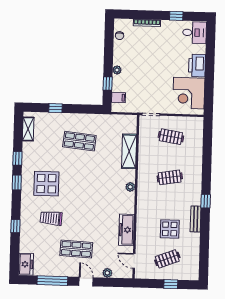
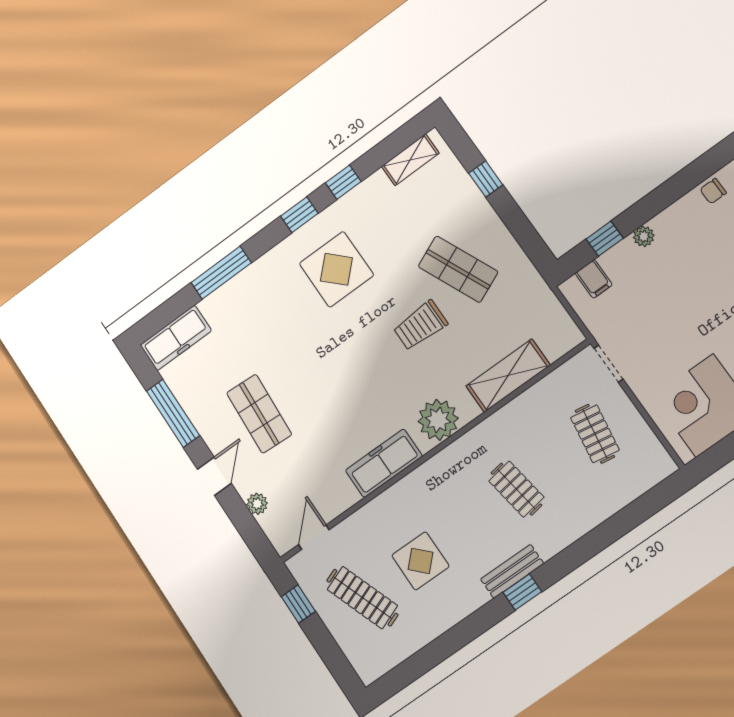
shop shelf: (79, 141) -> (458, 269), turned -30
plant: (130, 187) -> (438, 420), width x1.88, depth x1.88
trolley: (51, 218) -> (420, 325), moved, turned -94
bench: (196, 219) -> (512, 571), moved
window: (15, 226) -> (221, 273), width x2.17
freezer: (126, 230) -> (384, 463), moved
clothes rail: (167, 259) -> (362, 598), width x1.36
freezer: (26, 264) -> (176, 338), width x1.40
window: (171, 284) -> (298, 604), moved

